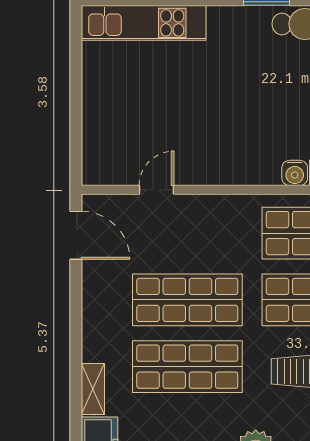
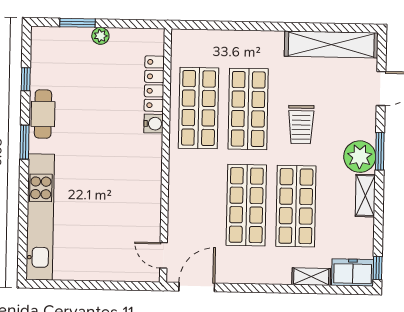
kitchen unit: (144, 23) -> (40, 217), width x1.36
door: (157, 190) -> (164, 255), moved

